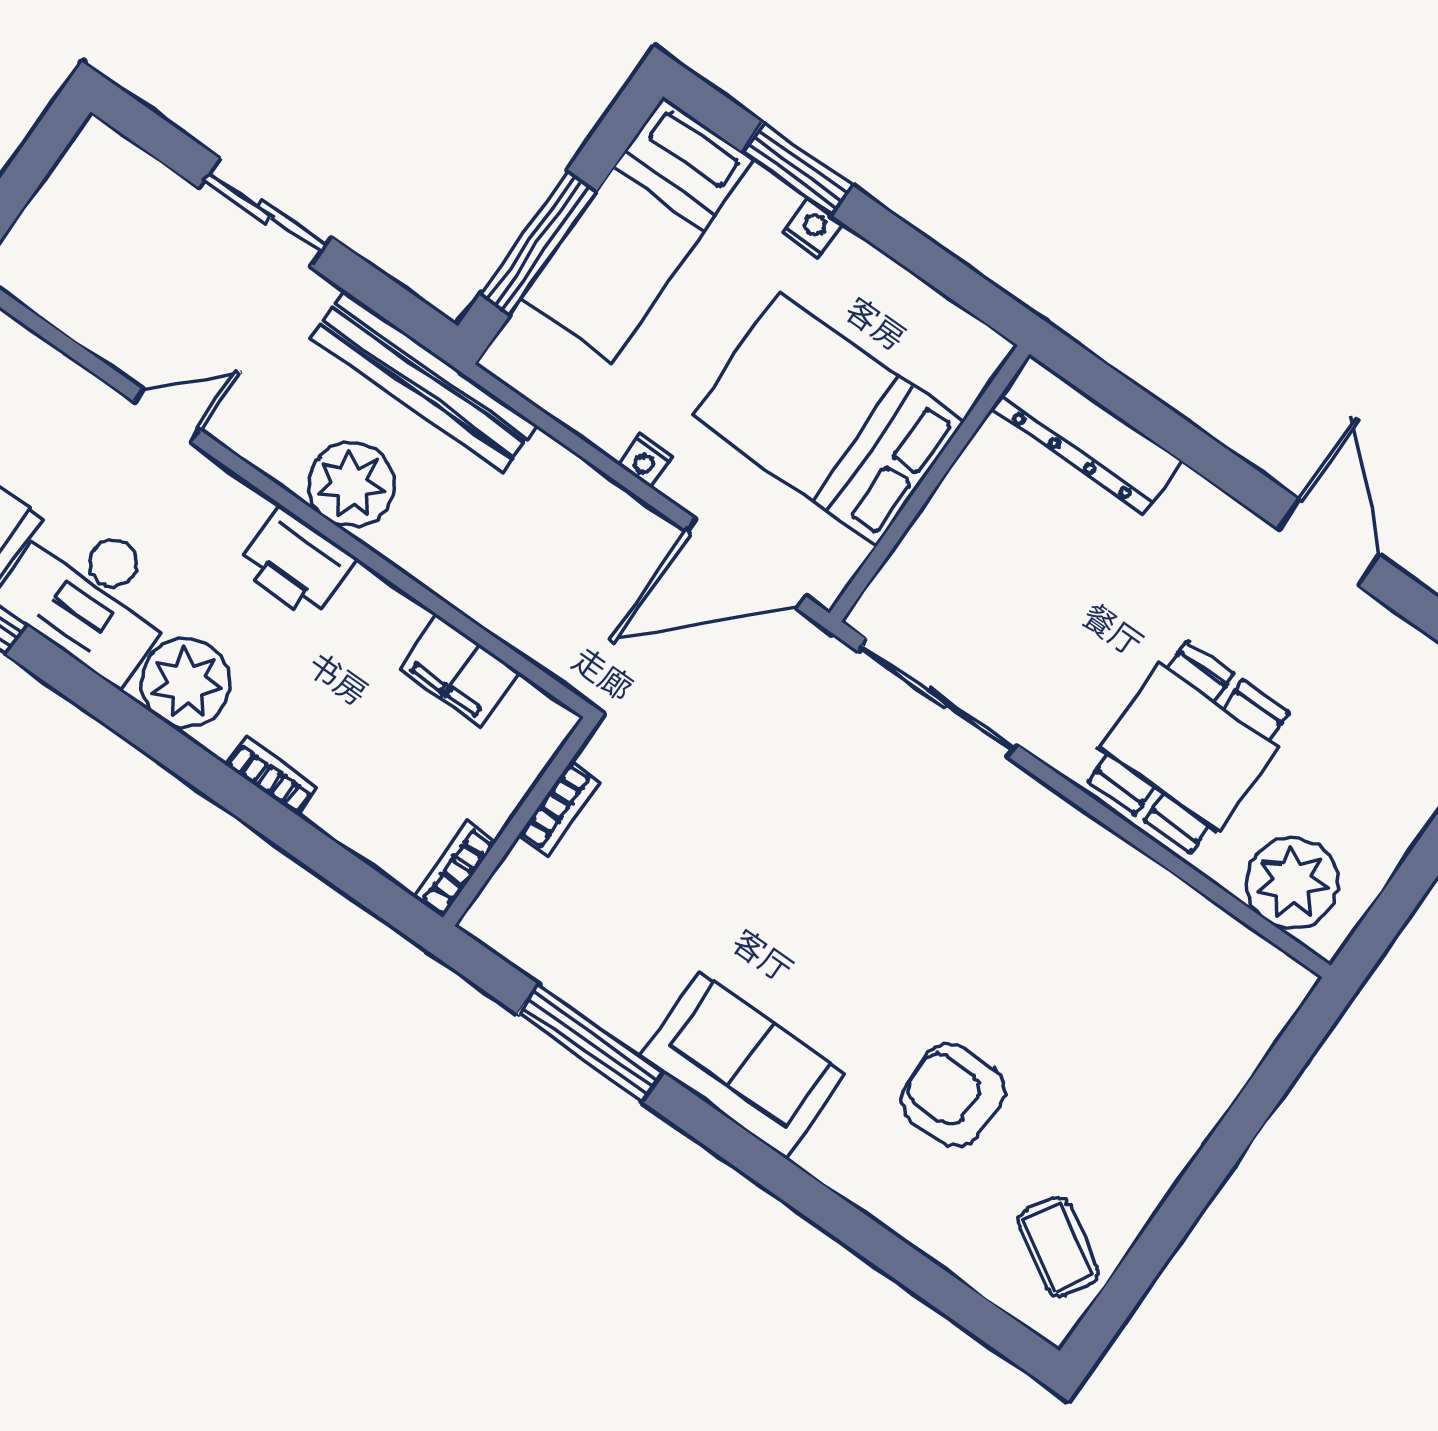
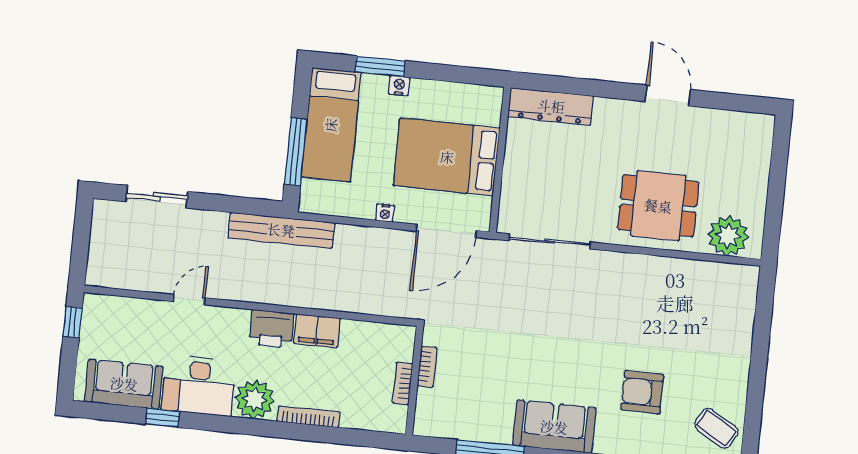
sliding door: (265, 212) -> (157, 197), moved
plant: (351, 485) -> (276, 286), removed
filing cabinet: (459, 671) -> (317, 331), moved
dining table: (1189, 747) -> (658, 206), turned 90
bookcase: (272, 776) -> (308, 417), width x1.56
bookcase: (454, 870) -> (403, 384), moved

